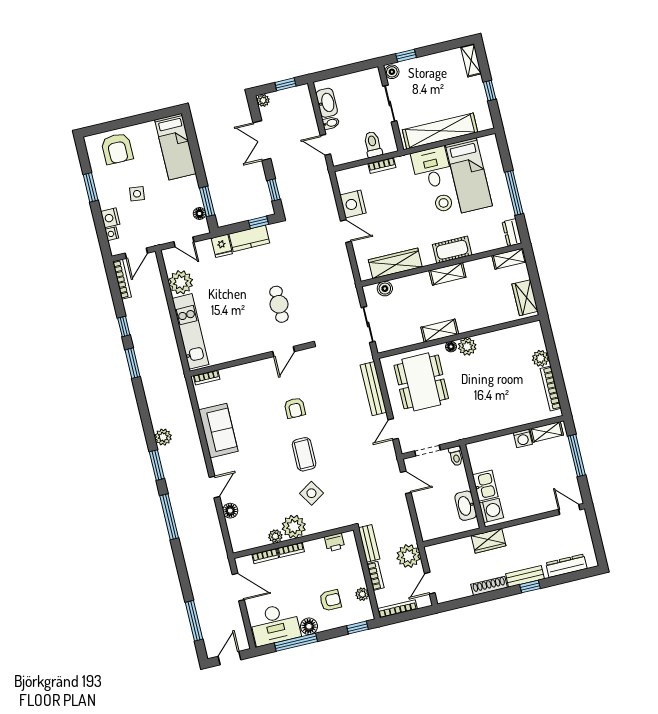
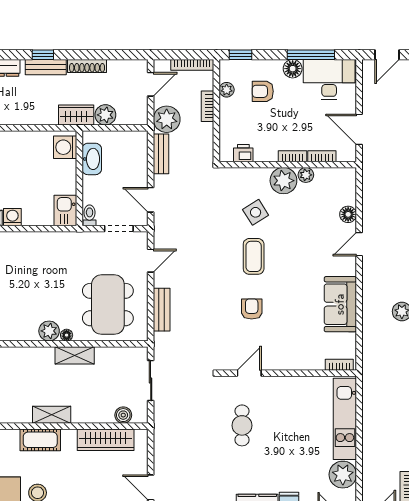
bench: (373, 389) -> (162, 310), width x0.73
kitchen sink: (485, 486) -> (65, 210), moved
bench: (369, 543) -> (161, 154), moved
plant: (463, 547) -> (105, 115), added

